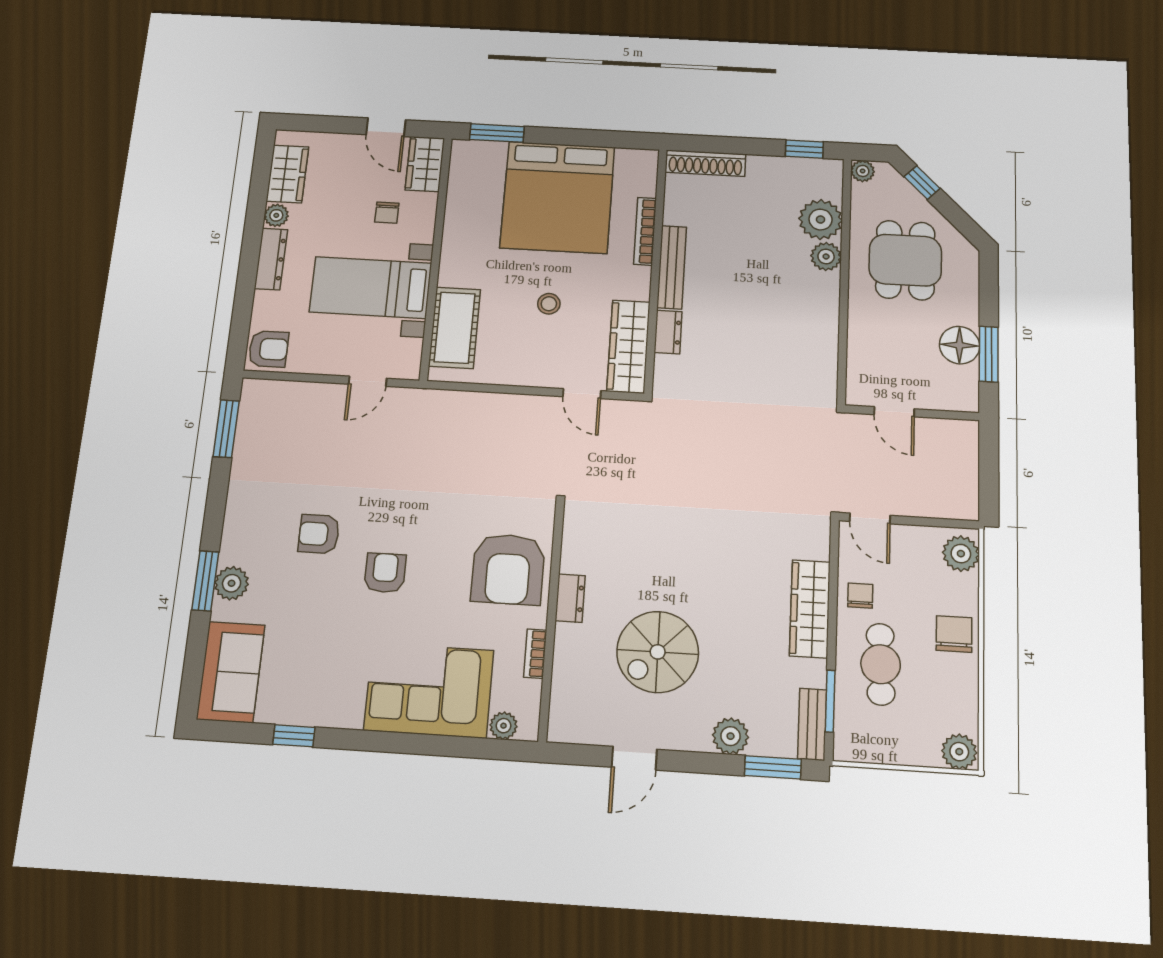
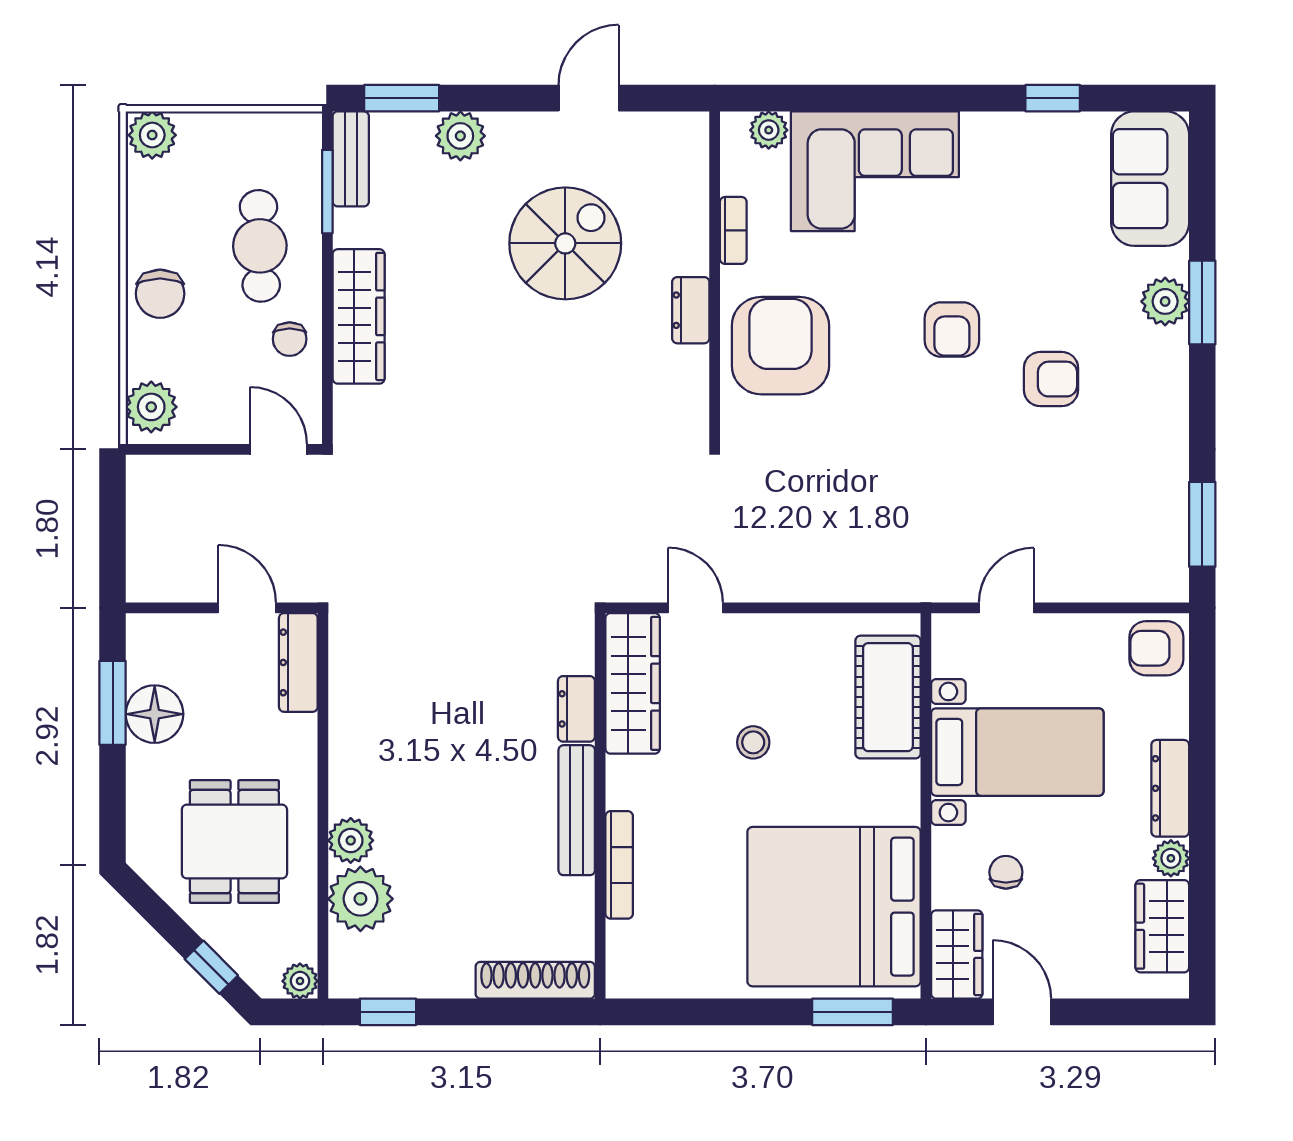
bed: (558, 197) -> (834, 907), moved, turned -90
dresser: (859, 373) -> (298, 662), added

